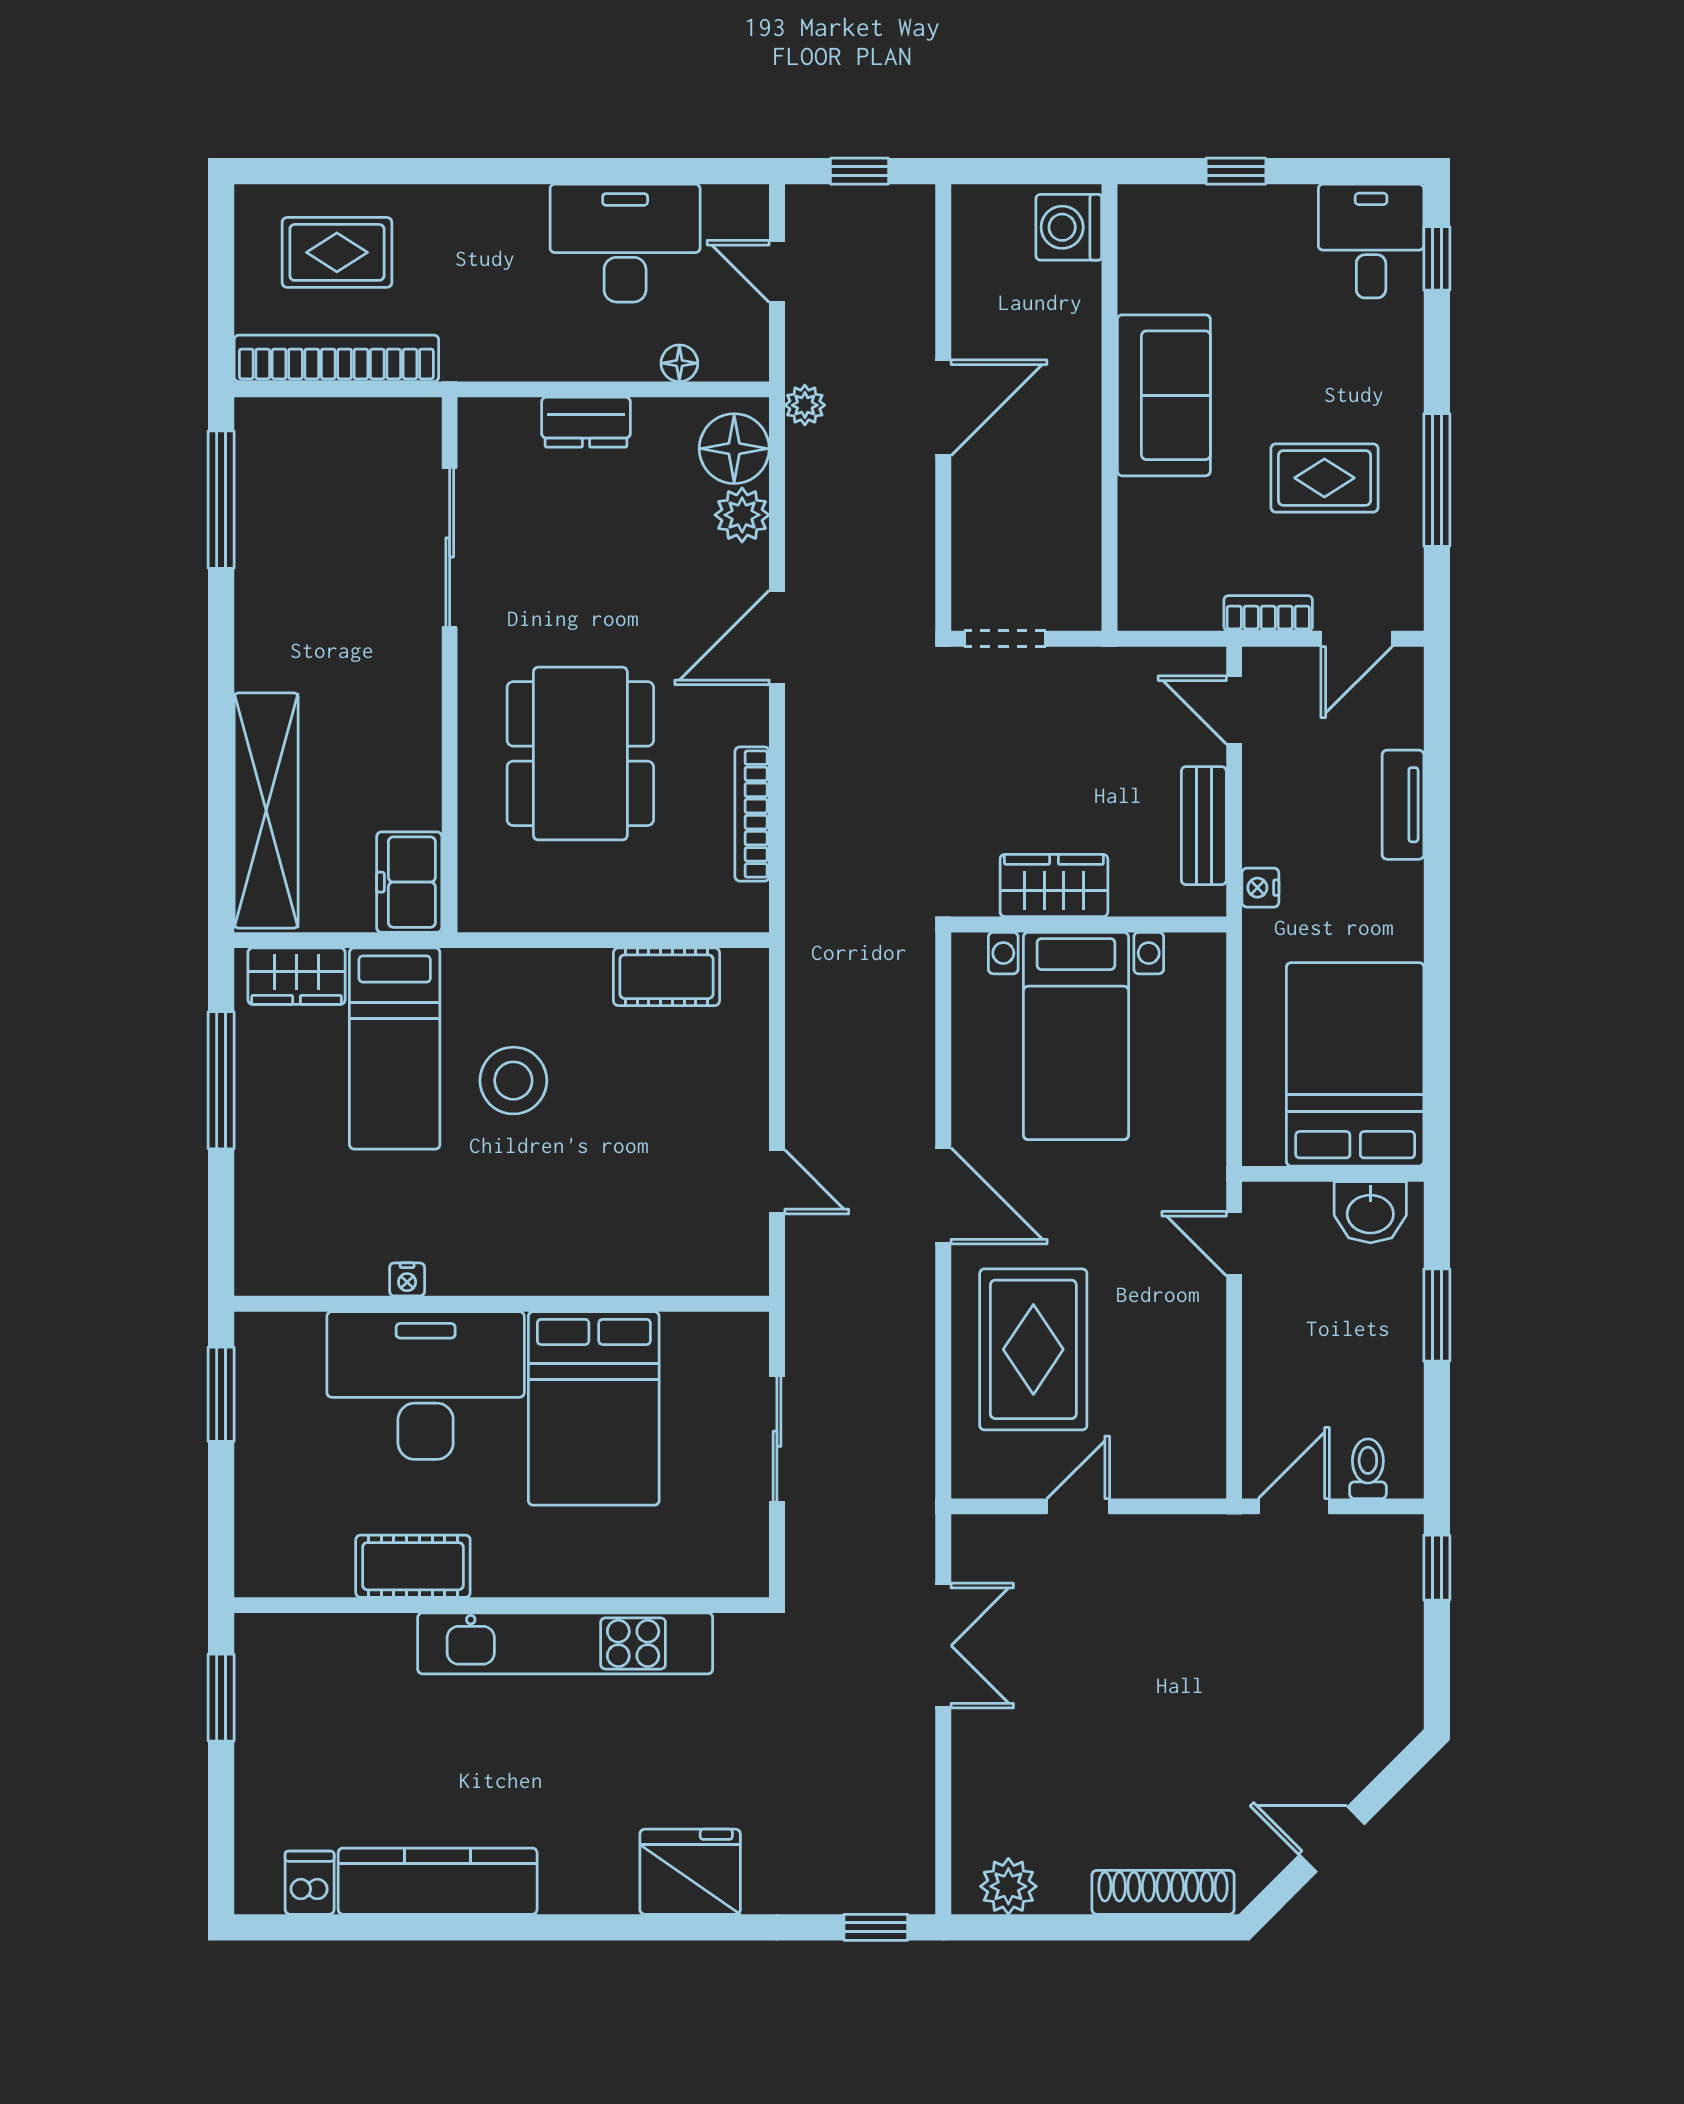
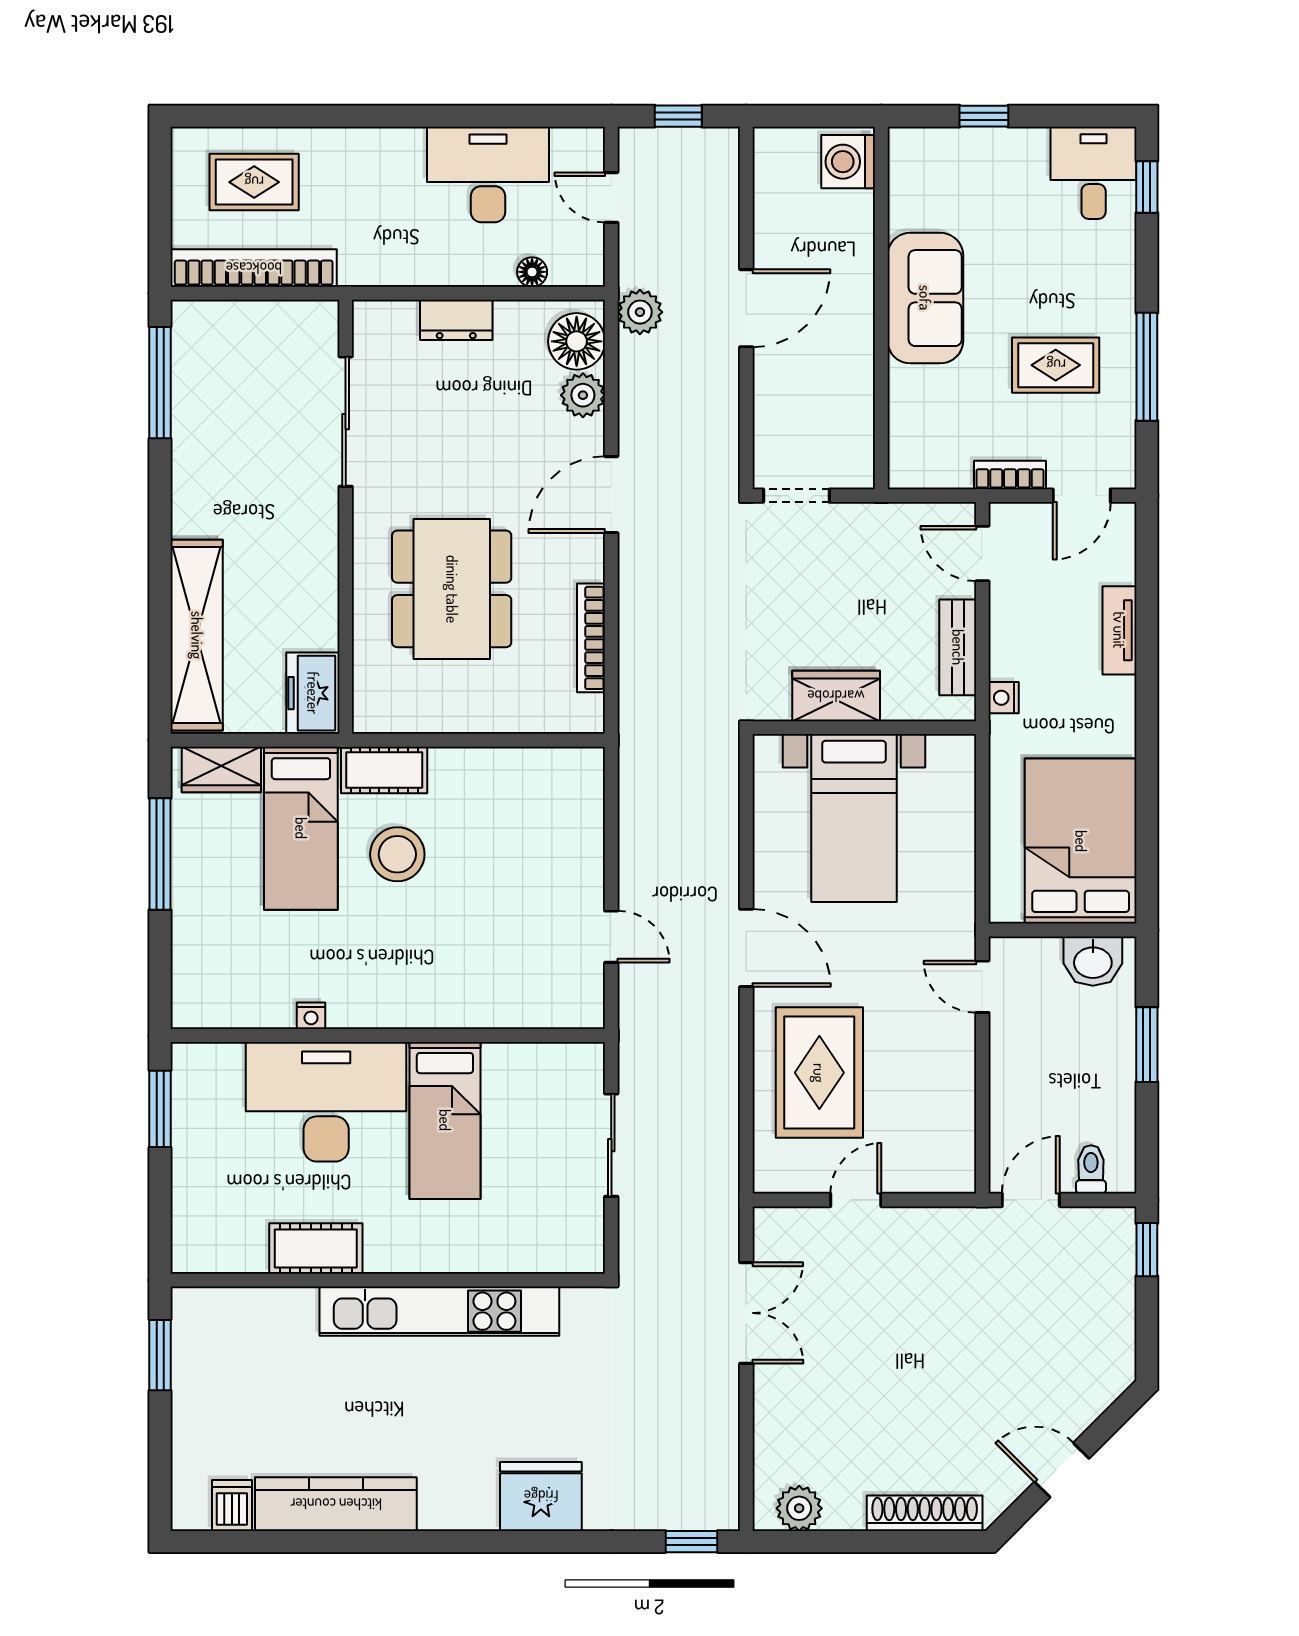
plant: (805, 405) -> (640, 312), width x1.38, depth x1.38
cot: (667, 977) -> (384, 770), moved
bed: (594, 1408) -> (445, 1120), width x0.67

